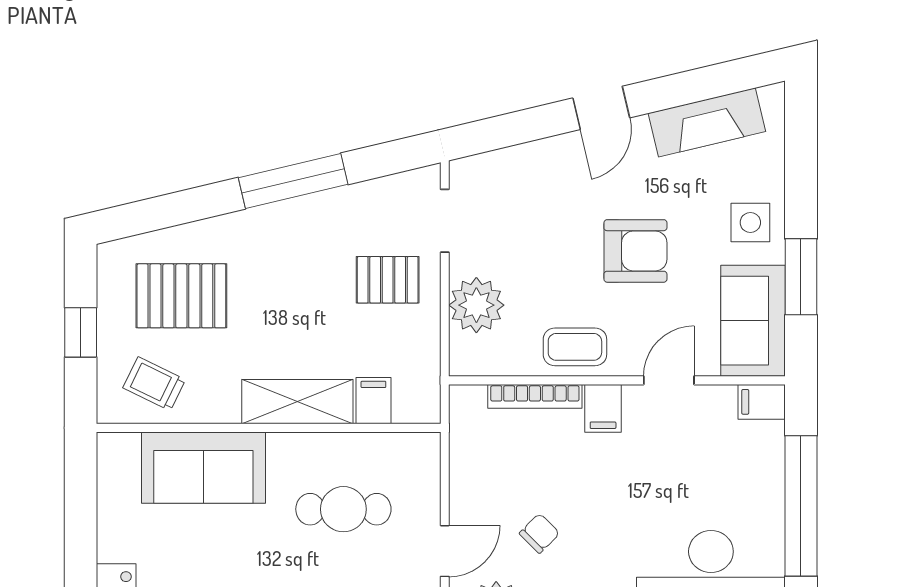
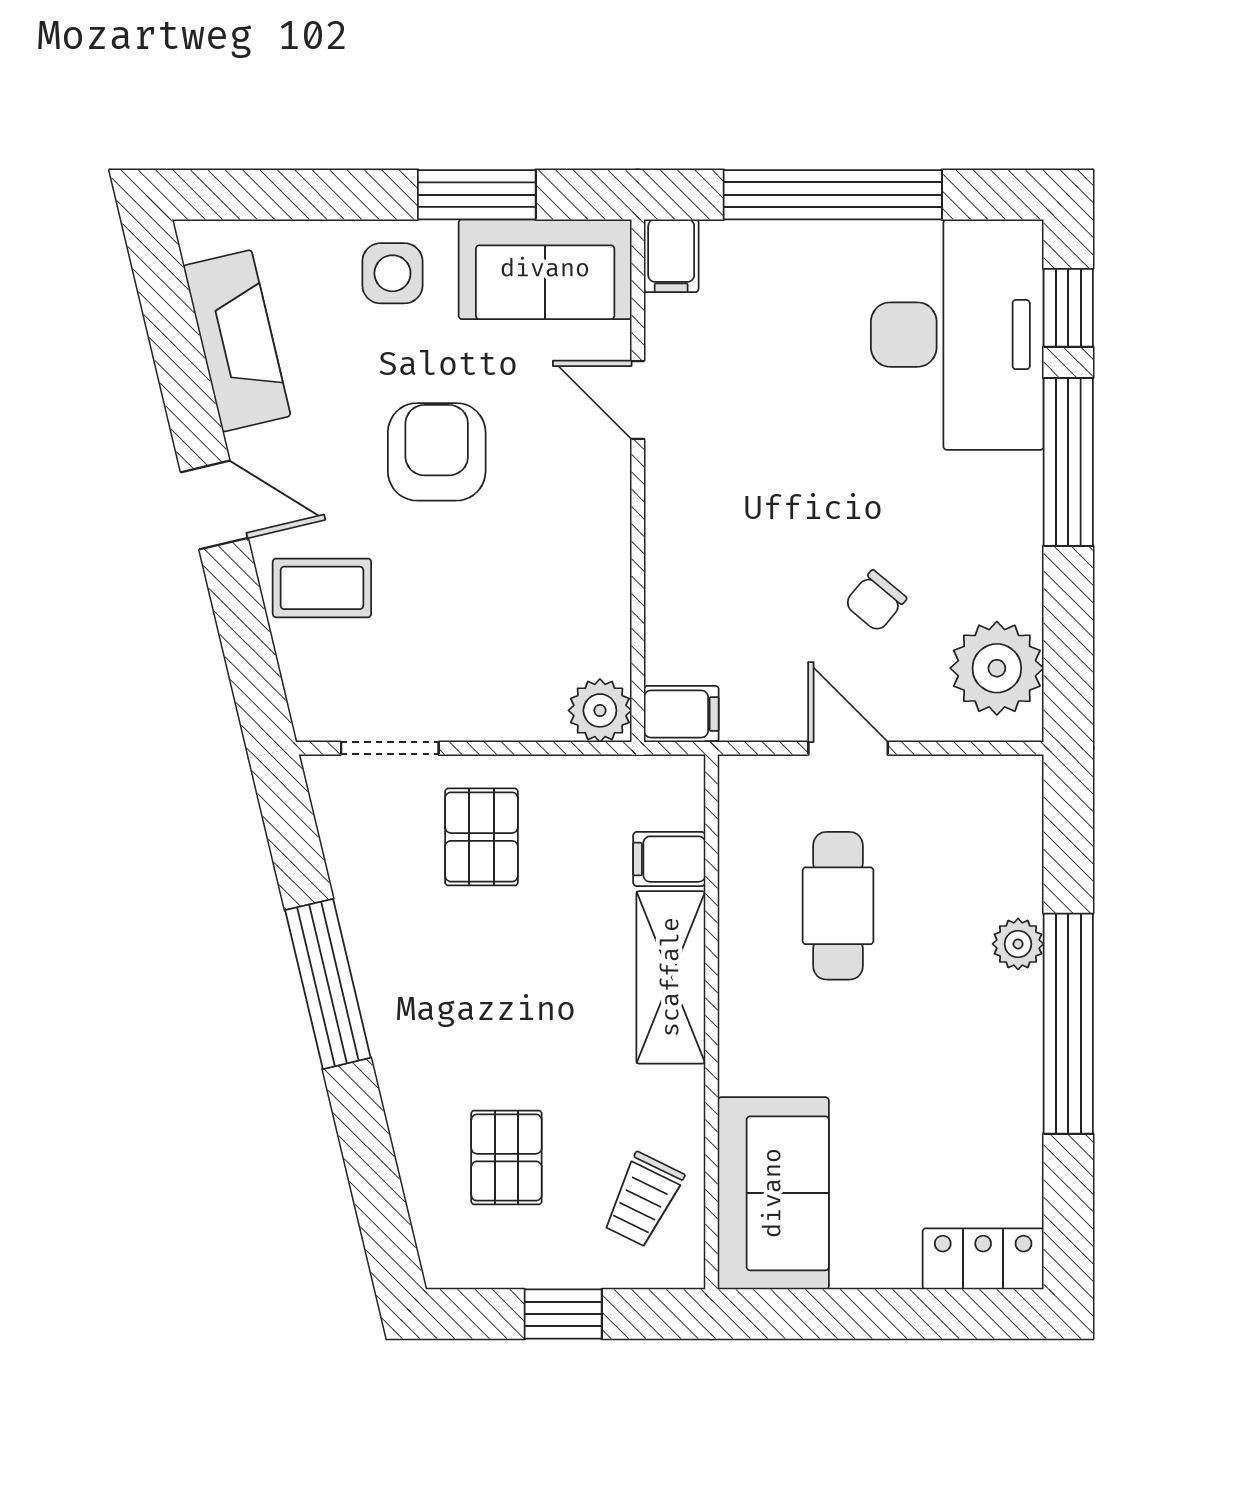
pallet: (181, 296) -> (506, 1158), width x0.67, depth x0.71
plant: (476, 305) -> (600, 710), moved, width x0.73, depth x0.73
coffee table: (575, 347) -> (322, 588), moved, turned 90
bookcase: (535, 396) -> (663, 608), removed
filing cabinet: (603, 408) -> (681, 714), moved
sofa: (203, 468) -> (773, 1193), moved
chair: (539, 533) -> (875, 601), turned -95
door: (445, 551) -> (848, 748), moved

